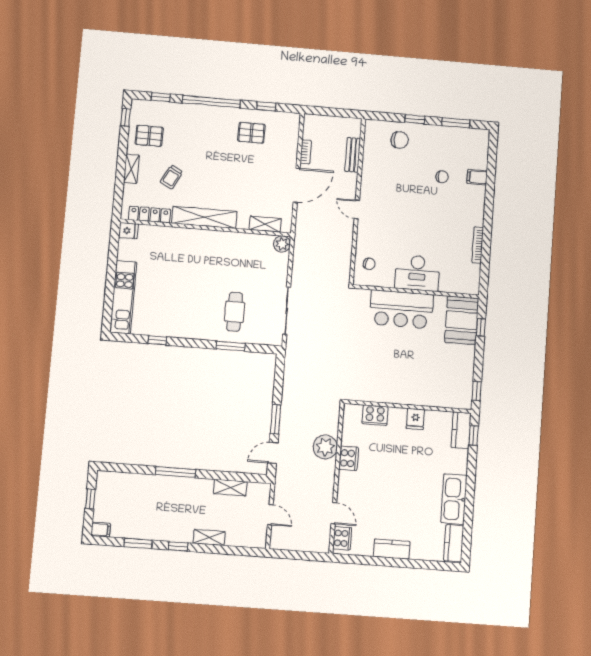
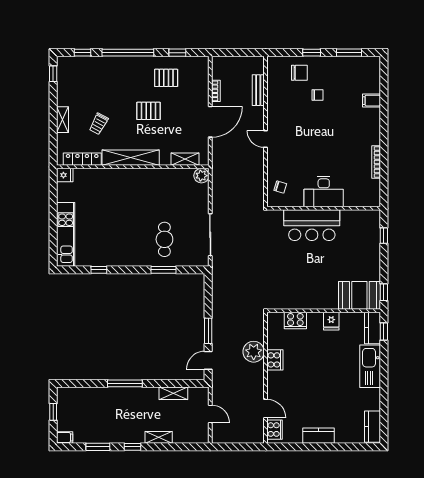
pallet: (149, 136) -> (149, 111), moved
chair: (442, 177) -> (317, 95), moved
booth: (462, 320) -> (359, 295), moved, turned 90
kitchen sink: (454, 499) -> (370, 366), moved

